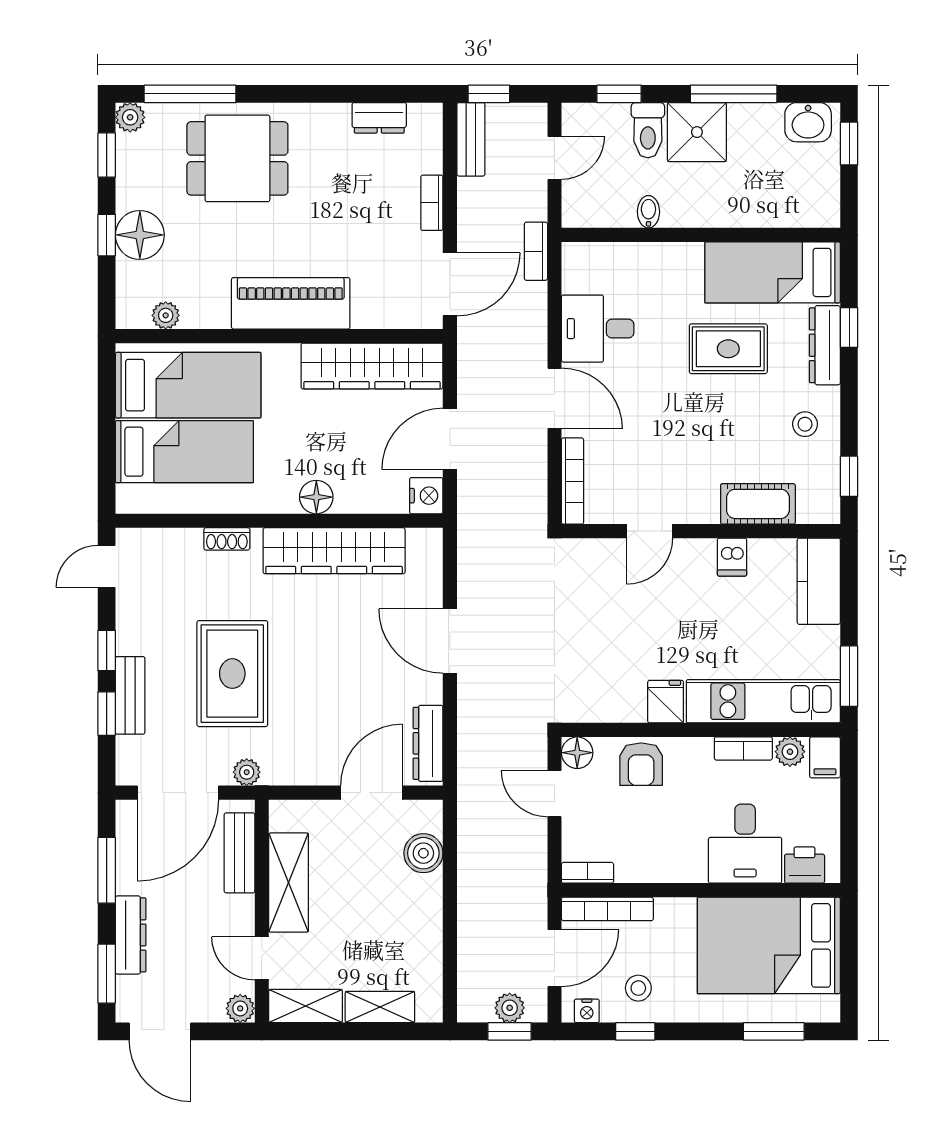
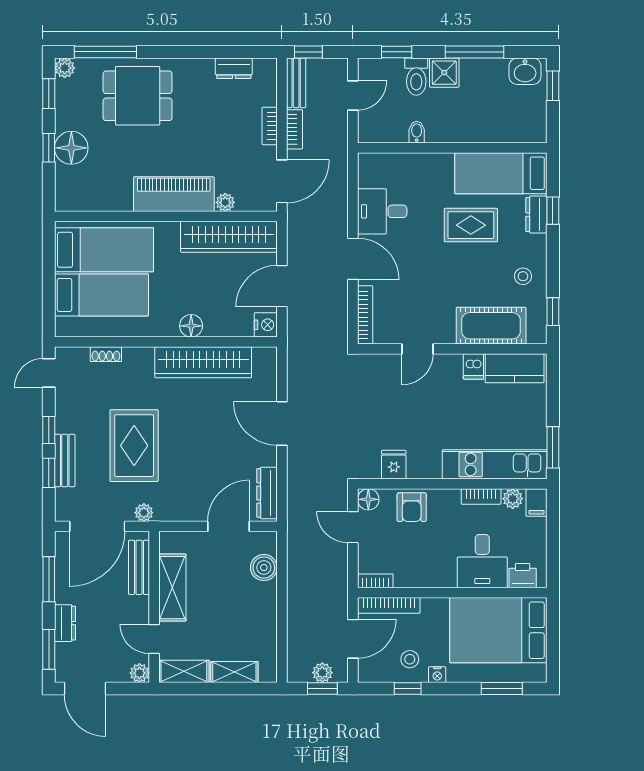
shower: (697, 132) -> (444, 73), width x0.73, depth x0.73
bookcase: (536, 251) -> (294, 129), moved, turned 180
plant: (166, 315) -> (225, 202), moved
dresser: (825, 345) -> (536, 215), width x0.70
cot: (758, 504) -> (491, 326), width x1.37, depth x1.34
shoe rack: (227, 539) -> (106, 354), moved
kitchen counter: (819, 581) -> (515, 368), moved, turned -90
fridge: (666, 702) -> (394, 465), moved
dresser: (131, 935) -> (65, 623), width x0.70
nightstand: (587, 1011) -> (437, 675), moved

